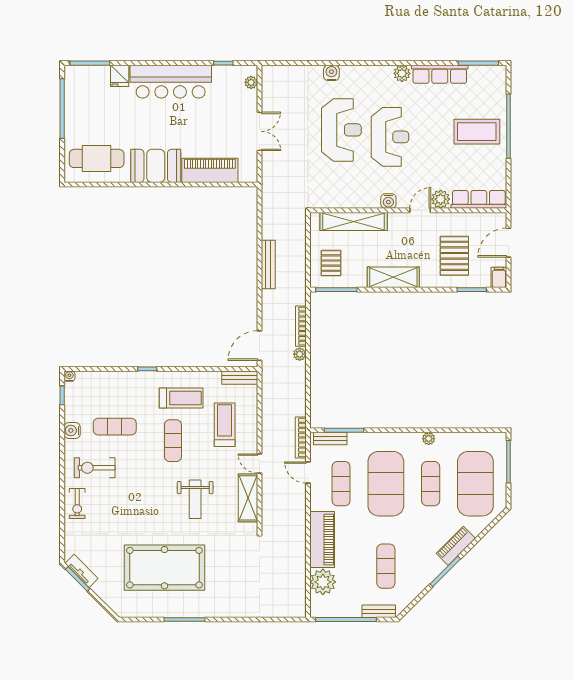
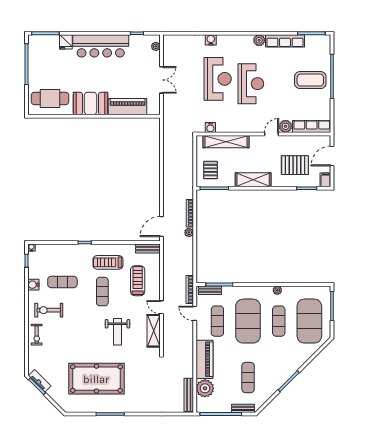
water cooler: (388, 201) -> (210, 128), moved
pallet: (454, 256) -> (295, 165), turned 90
bench: (268, 264) -> (189, 395), moved
treadmill: (181, 398) -> (108, 262), turned 180
piano: (456, 546) -> (296, 364), removed

